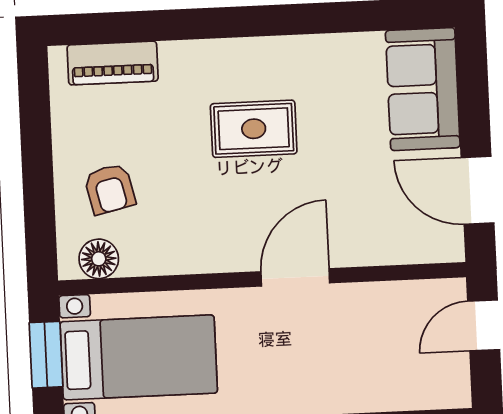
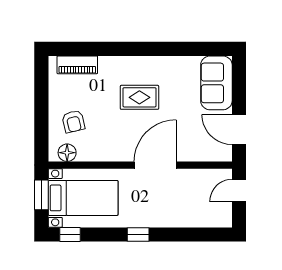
door: (295, 277) -> (155, 165), width x1.36

